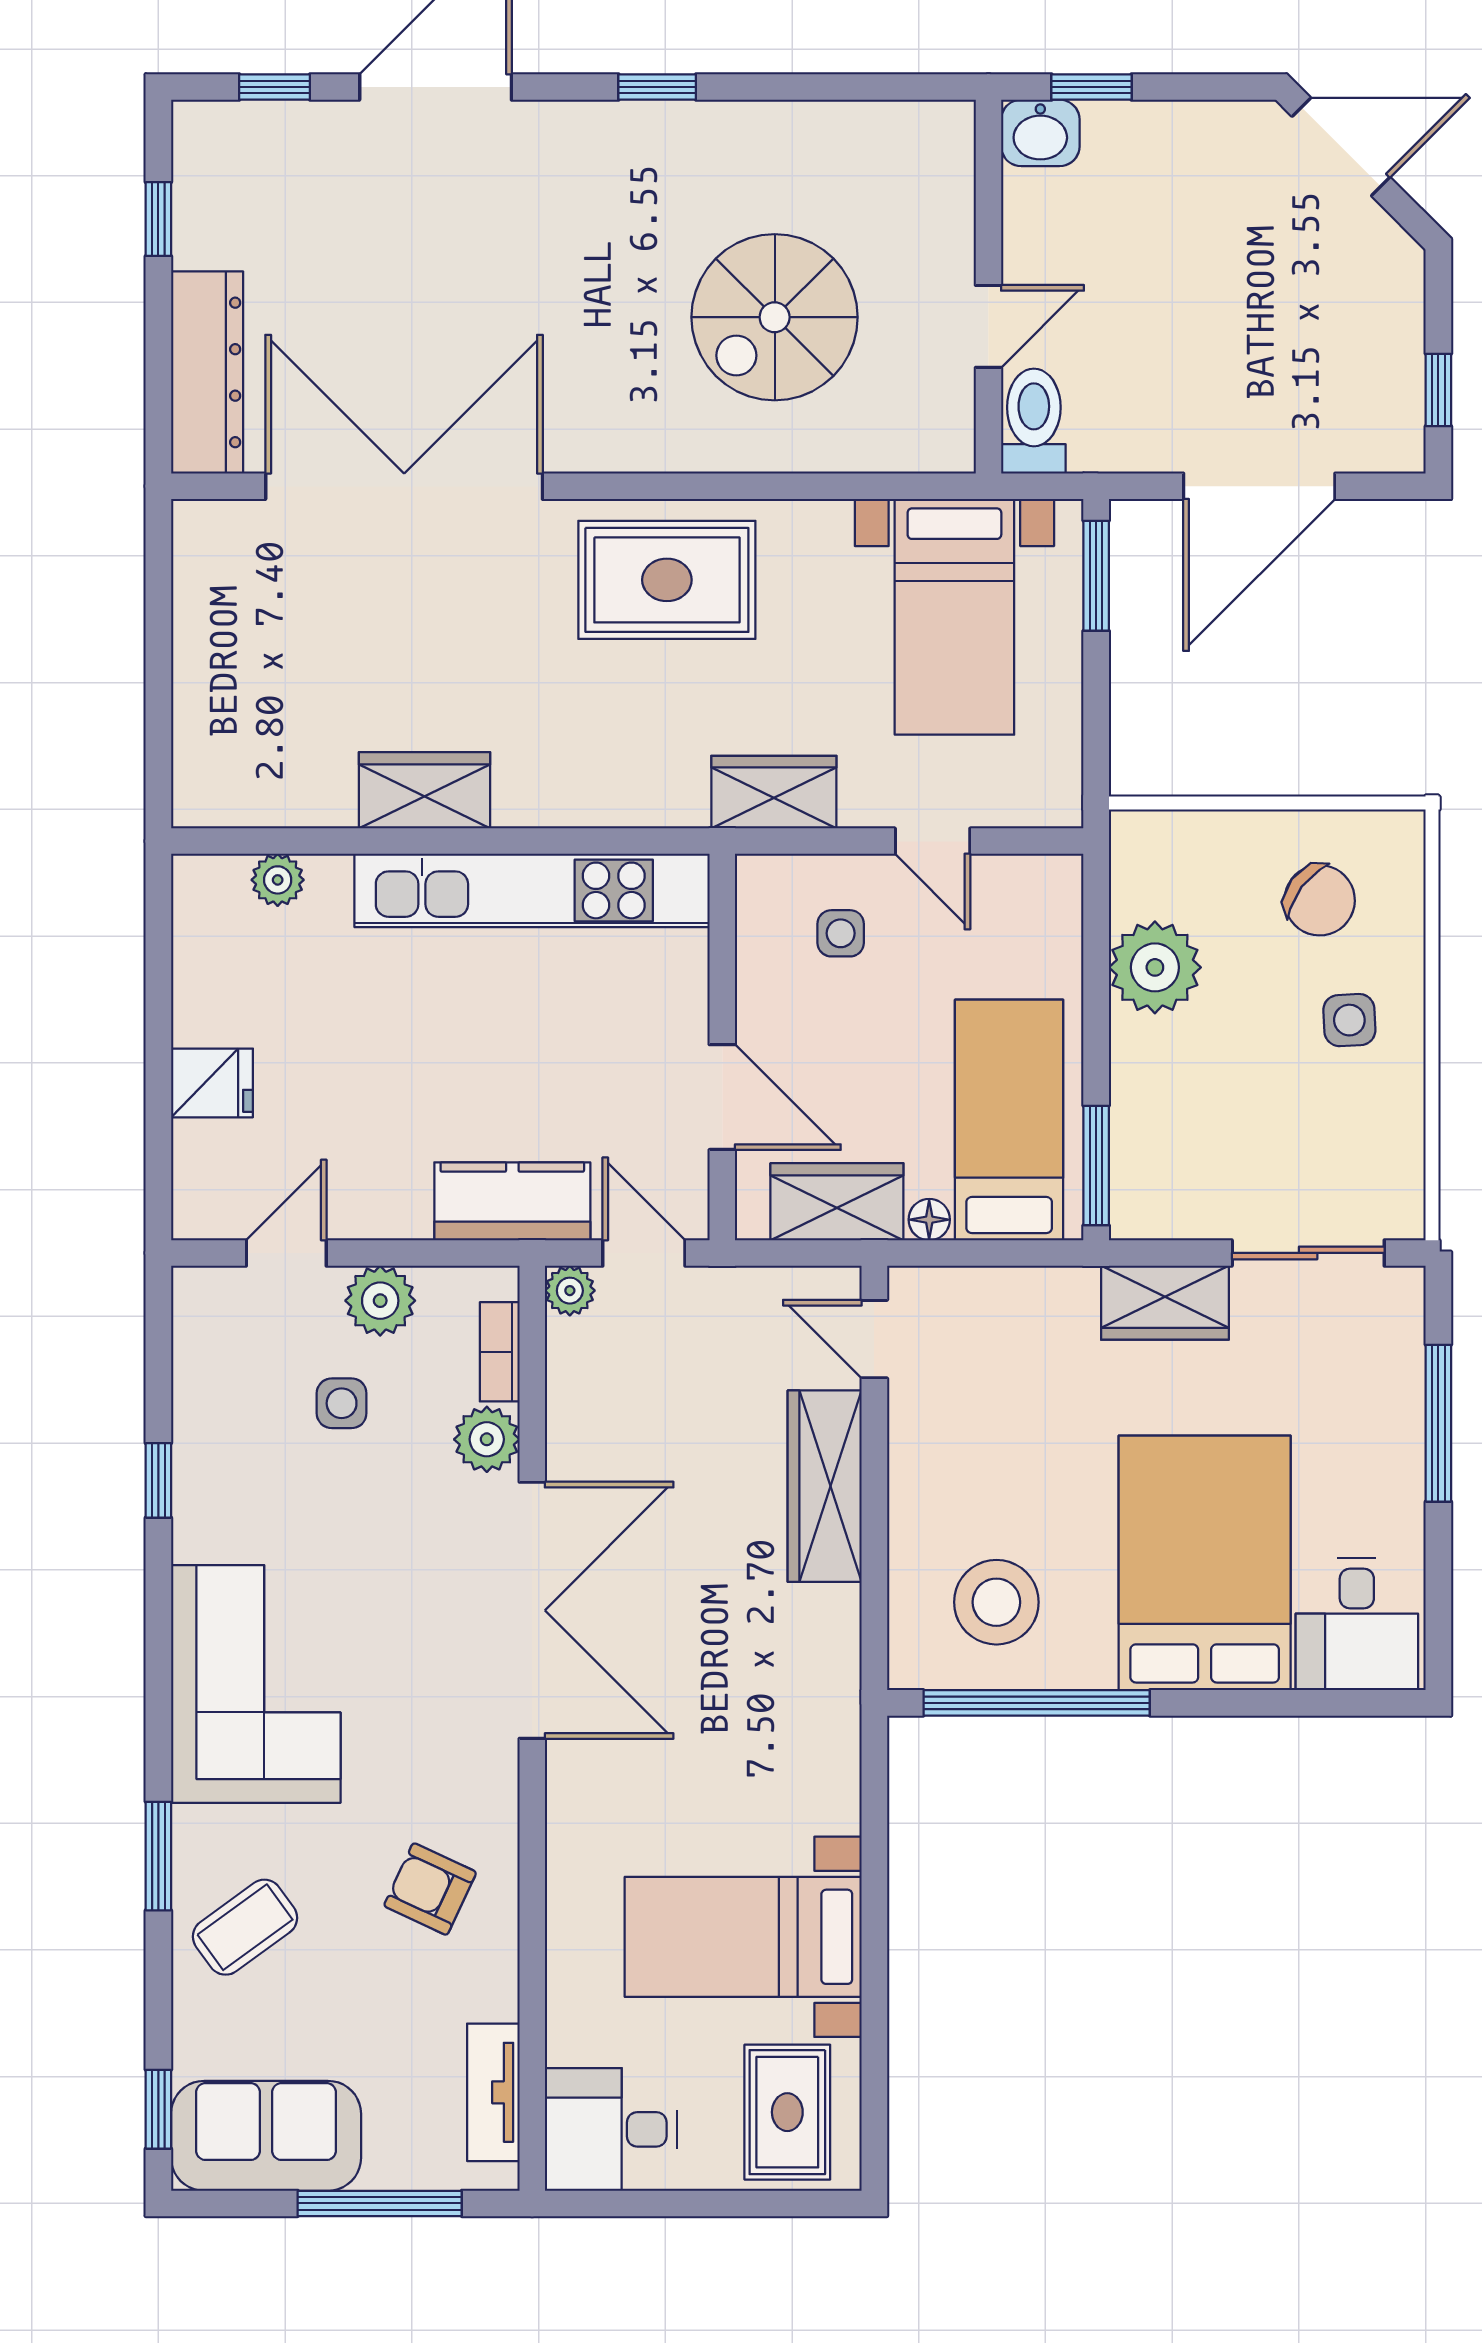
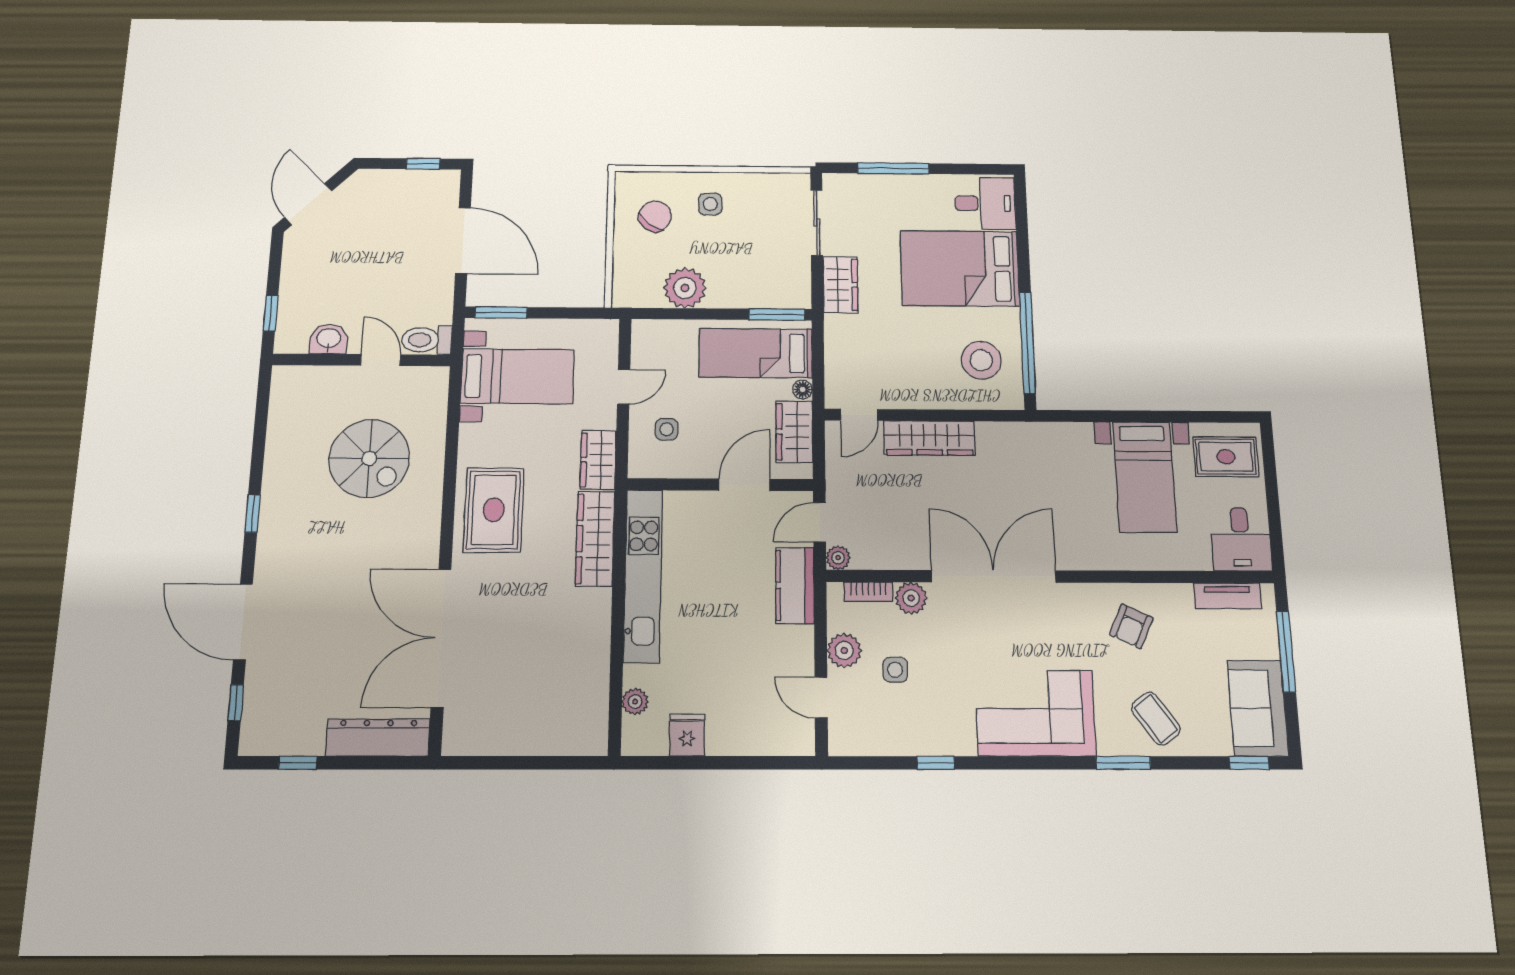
washbasin: (1040, 133) -> (329, 339), moved, turned -90
wardrobe: (424, 790) -> (595, 539), moved, width x1.50
fridge: (212, 1083) -> (687, 735), moved

